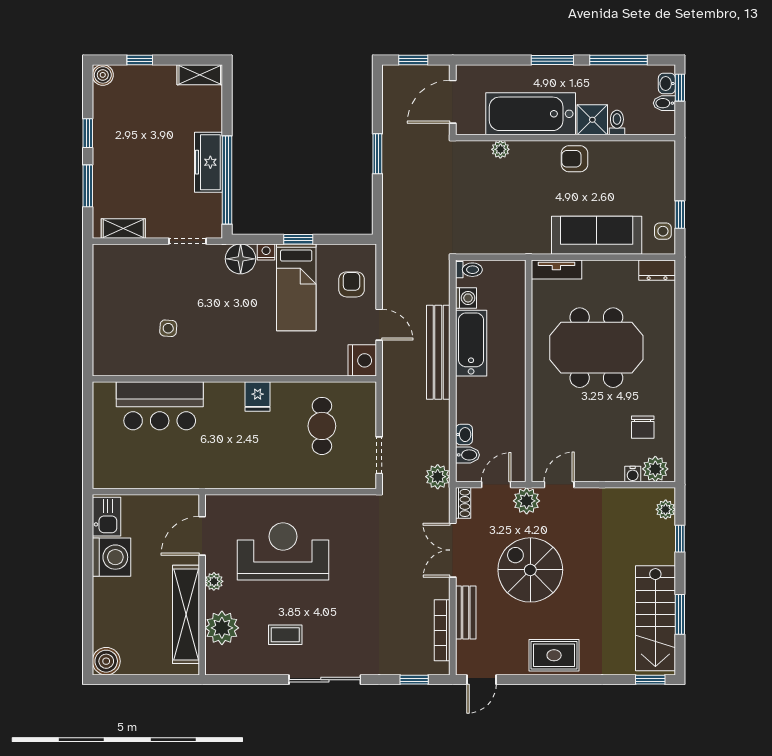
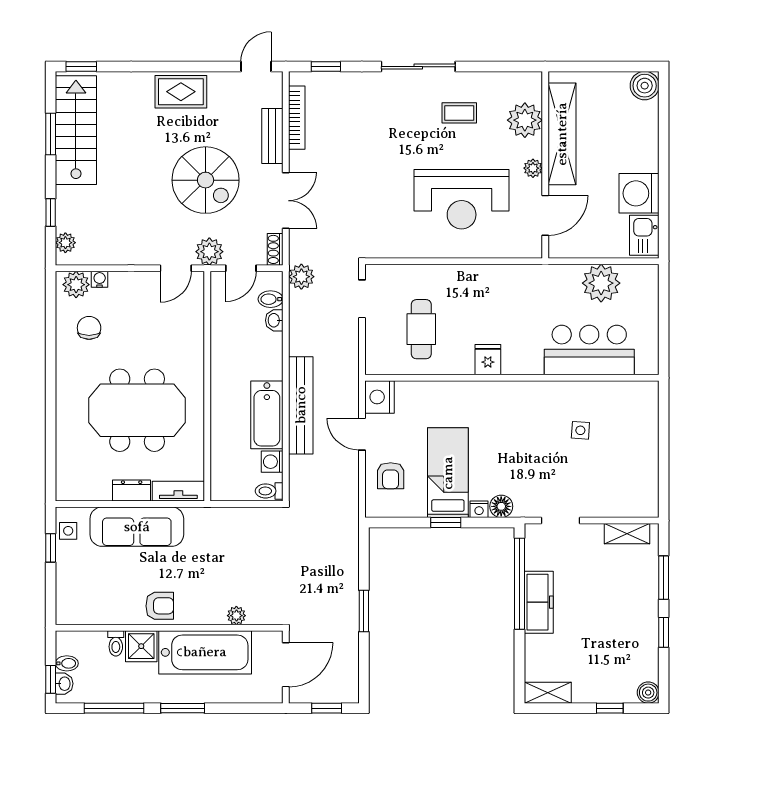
floor lamp: (241, 259) -> (501, 506), width x0.73, depth x0.73
dresser: (657, 270) -> (132, 490), moved
plant: (148, 470) -> (601, 283), added

